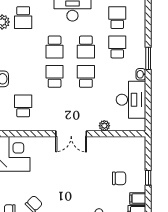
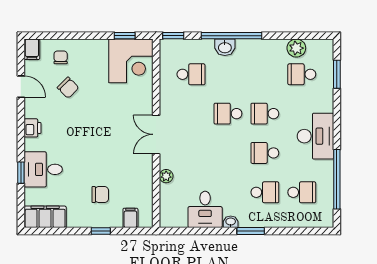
school desk: (55, 76) -> (228, 114), turned 180
school desk: (86, 76) -> (228, 153), removed
desk: (131, 100) -> (205, 209), width x0.73
chair: (119, 178) -> (100, 195), turned -90
filing cabinet: (138, 199) -> (130, 218), moved

